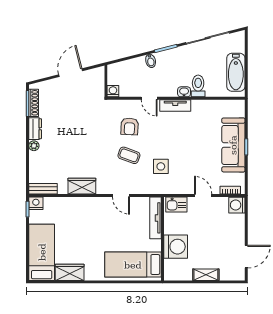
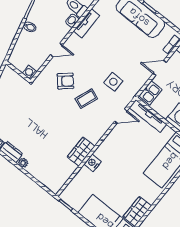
tv unit: (175, 105) -> (87, 23), moved
armchair: (130, 126) -> (65, 81), turned -44
bench: (43, 189) -> (60, 182), removed
door: (121, 195) -> (121, 116), moved
nightstand: (36, 203) -> (93, 163), moved

